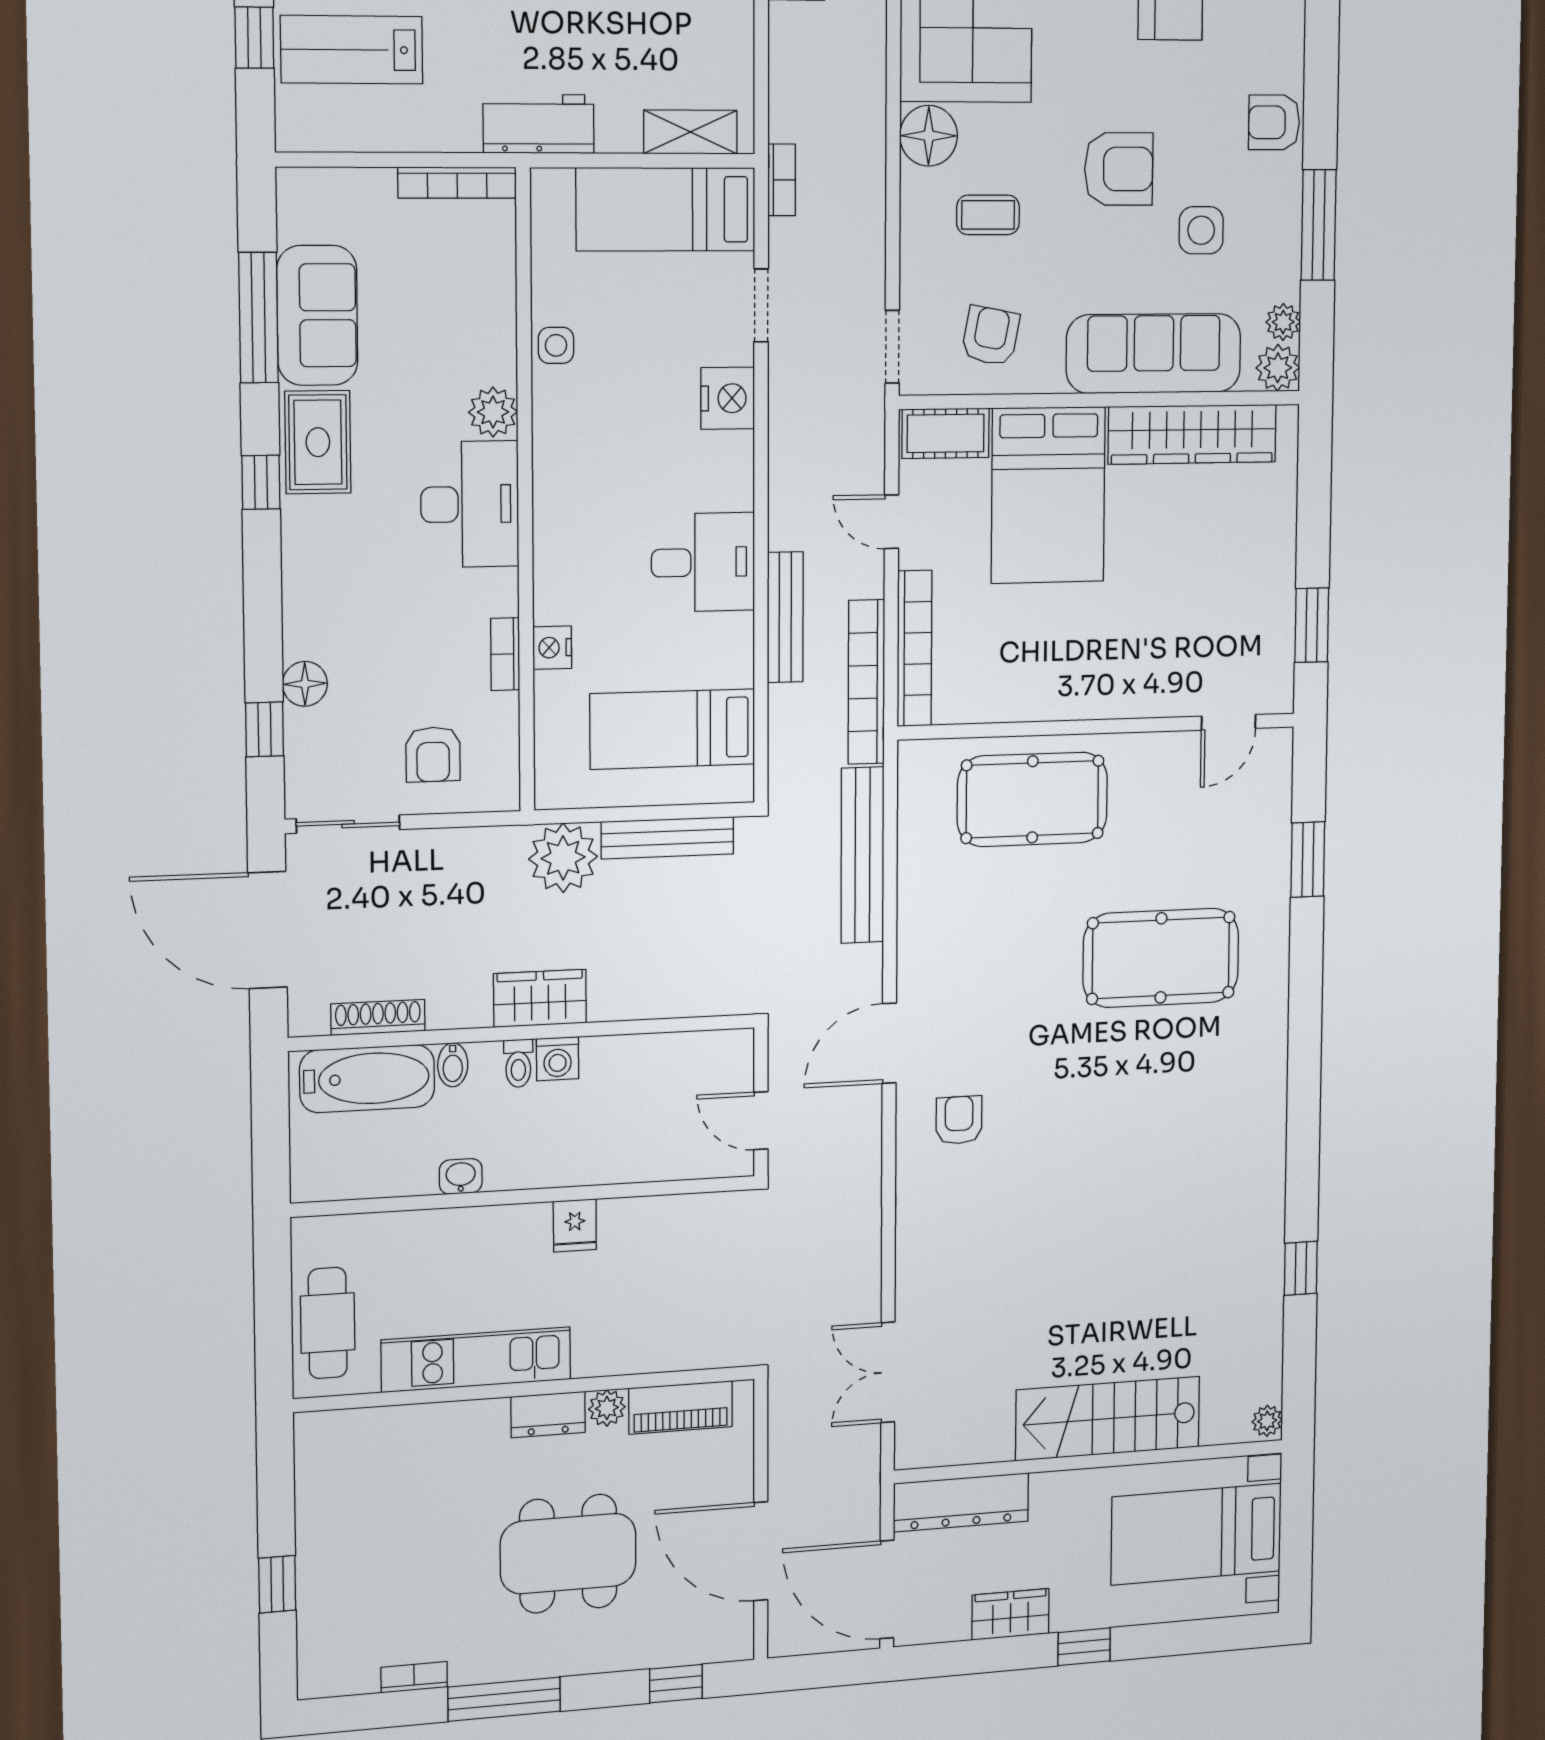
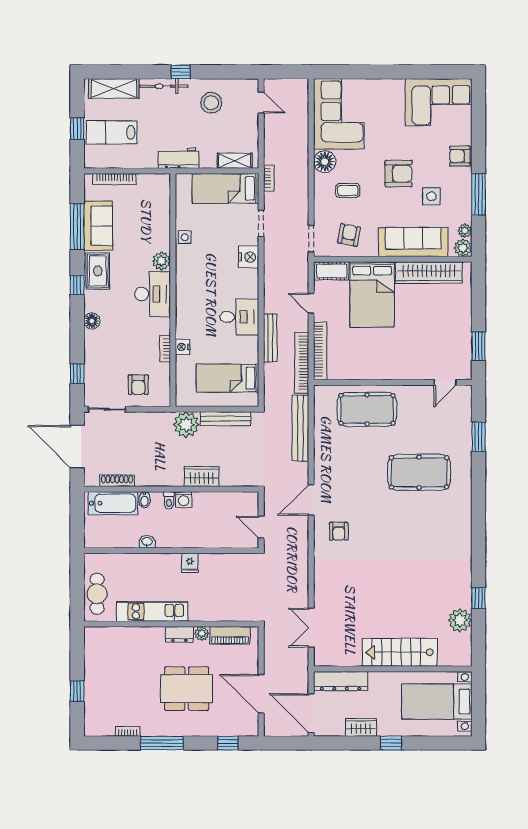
bookcase: (457, 183) -> (114, 179), moved
floor lamp: (305, 684) -> (92, 321), moved
wardrobe: (540, 998) -> (202, 477), moved
armchair: (959, 1120) -> (339, 531), turned 180
plant: (1267, 1421) -> (460, 620), moved, width x1.87, depth x1.87

